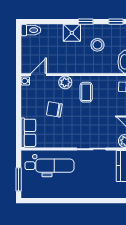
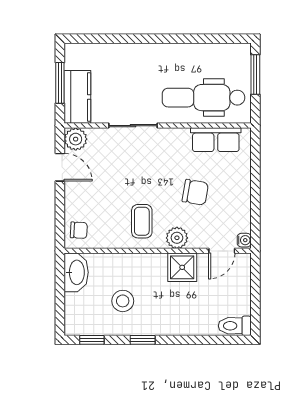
shower: (72, 33) -> (182, 267), moved
row of seats: (28, 133) -> (216, 140), moved, turned -90

